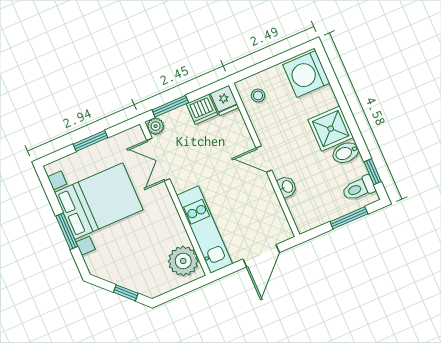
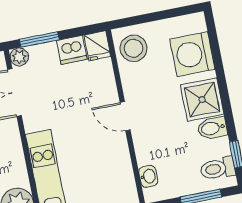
washing machine: (306, 74) -> (192, 54), moved
stool: (258, 95) -> (134, 48), width x1.89, depth x1.89
washbasin: (287, 187) -> (148, 176), moved

